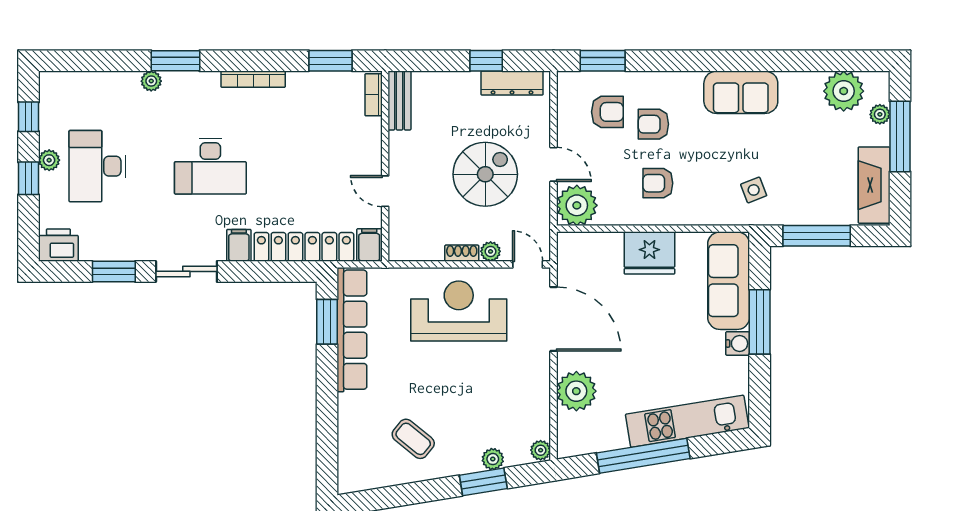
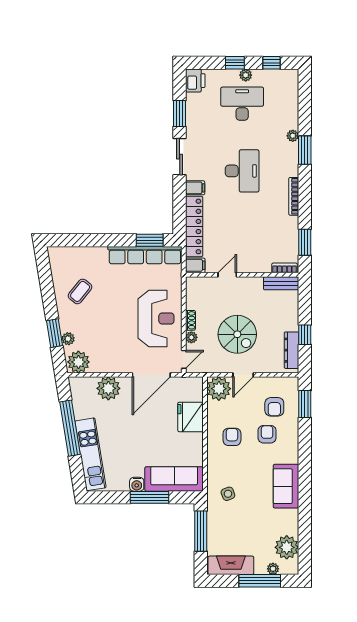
desk: (210, 166) -> (242, 171), turned 180
fridge: (649, 253) -> (191, 417), moved
plant: (541, 450) -> (78, 362), width x1.88, depth x1.88

